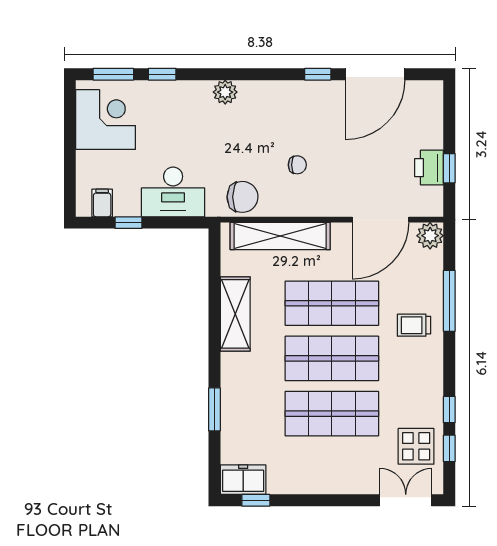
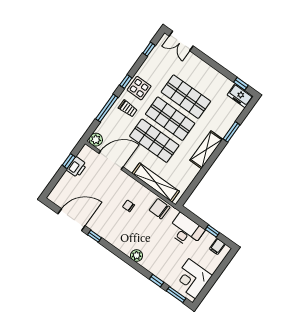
shelving: (235, 314) -> (206, 150), moved
window: (449, 410) -> (126, 81), moved
display table: (416, 446) -> (139, 88), moved

